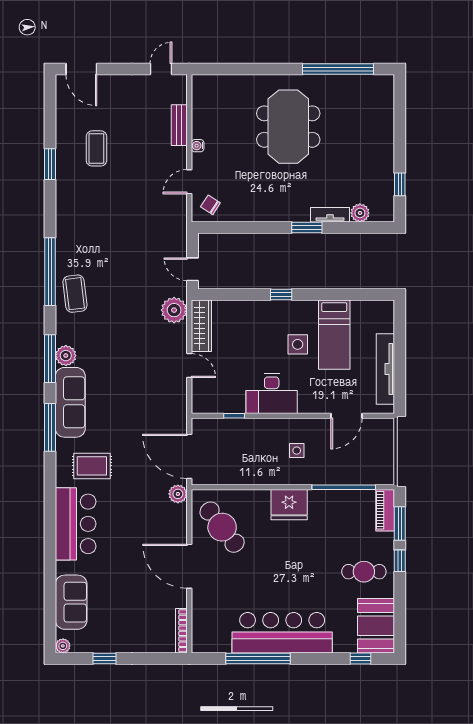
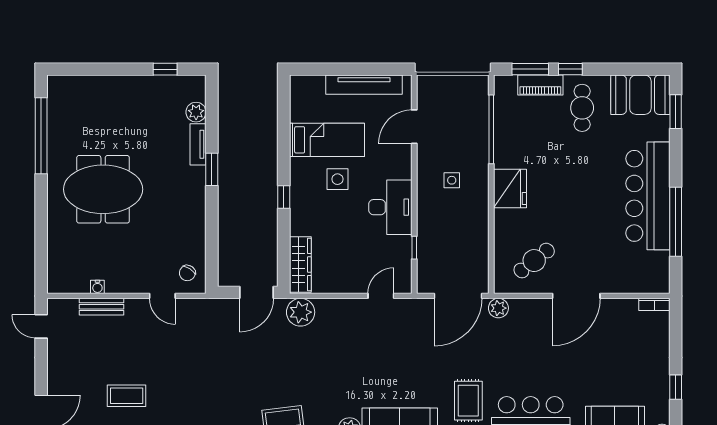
water cooler: (198, 146) -> (97, 287), moved
door: (192, 269) -> (257, 292), width x1.38
wardrobe: (201, 326) -> (300, 265), moved, turned 90
door: (189, 366) -> (381, 296), moved
door: (346, 416) -> (414, 127), swing flipped
piano: (385, 510) -> (540, 85), moved
cafe table: (222, 527) -> (534, 261), width x0.73, depth x0.74
bookcase: (181, 631) -> (654, 304), width x0.64
window: (360, 659) -> (676, 112), width x1.50

